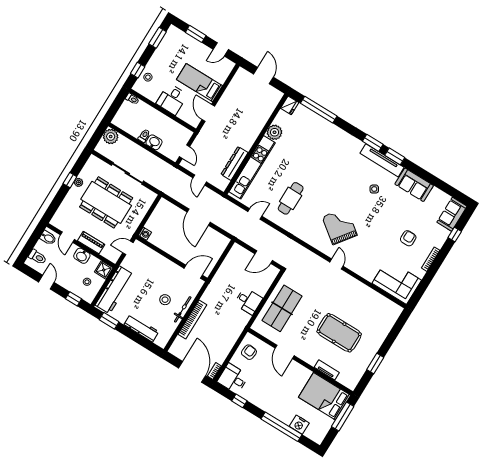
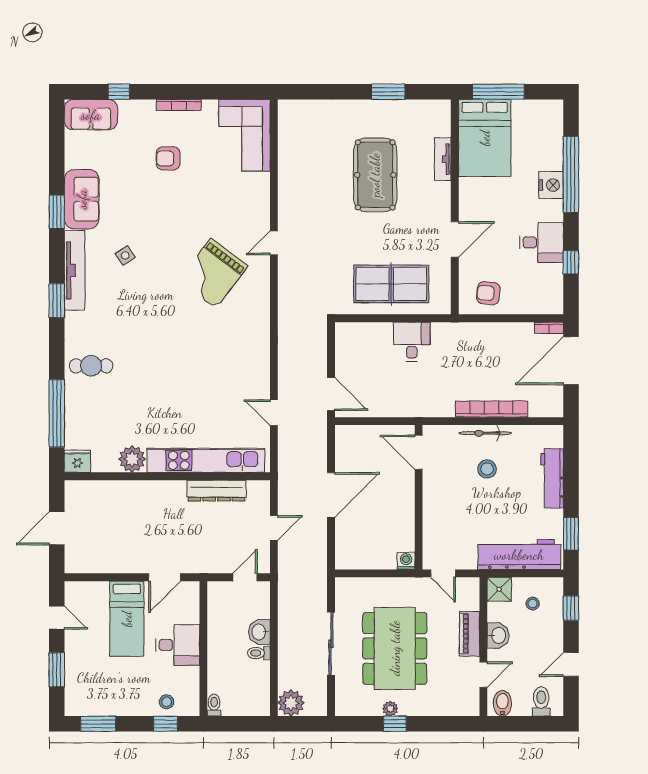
window: (395, 156) -> (57, 212), moved
cafe table: (291, 198) -> (91, 366), moved, width x0.73, depth x0.74
door: (264, 257) -> (331, 394), moved
desk: (233, 379) -> (541, 242), moved, turned -90
nightstand: (299, 425) -> (551, 185), moved

